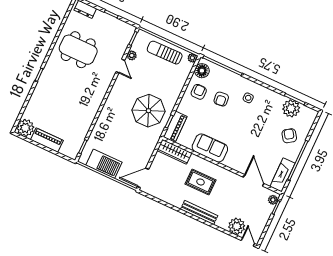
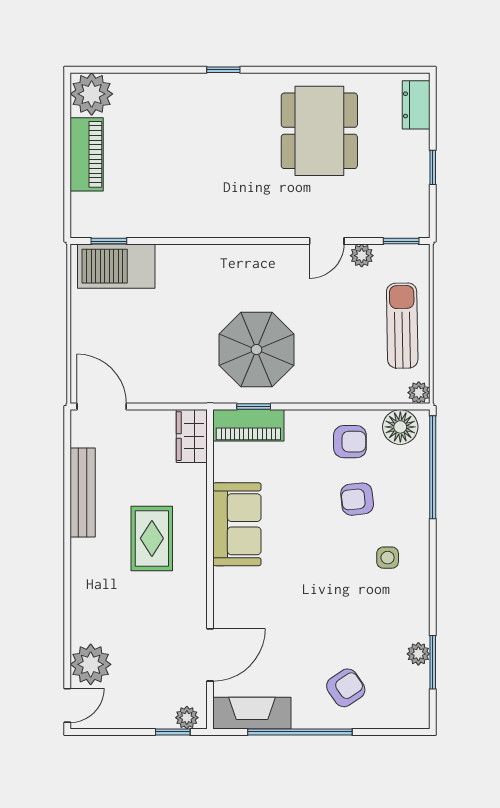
plant: (291, 108) -> (418, 654), width x0.53, depth x0.53
wardrobe: (174, 152) -> (192, 436), width x0.67
barbecue: (104, 164) -> (116, 266), moved, turned 90
bench: (199, 212) -> (83, 492), moved

